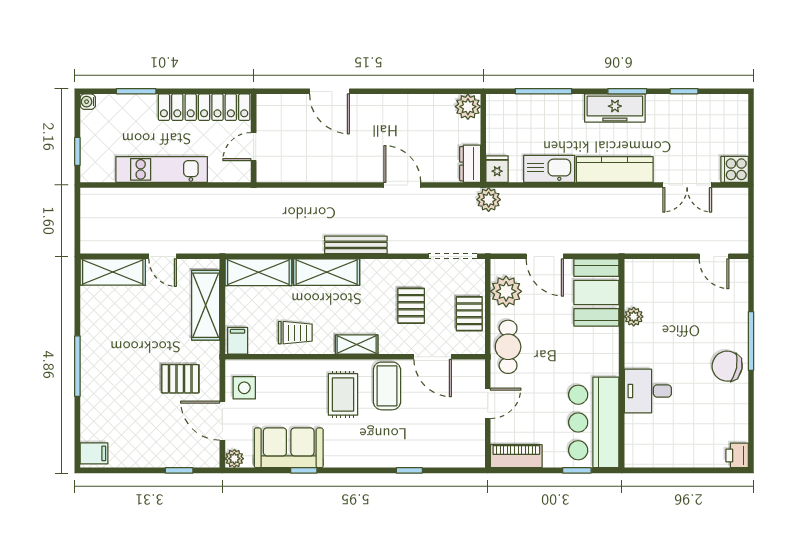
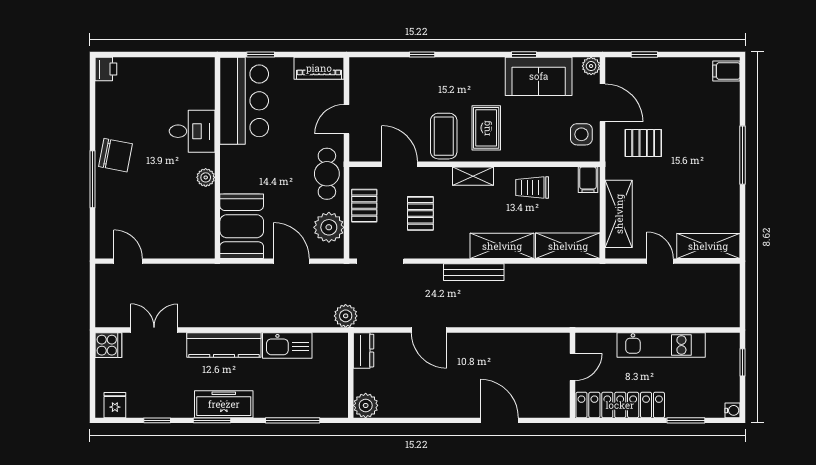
fridge: (497, 169) -> (115, 405), moved, turned 180
plant: (634, 317) -> (206, 177), moved

